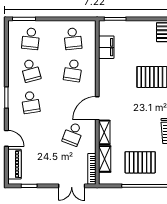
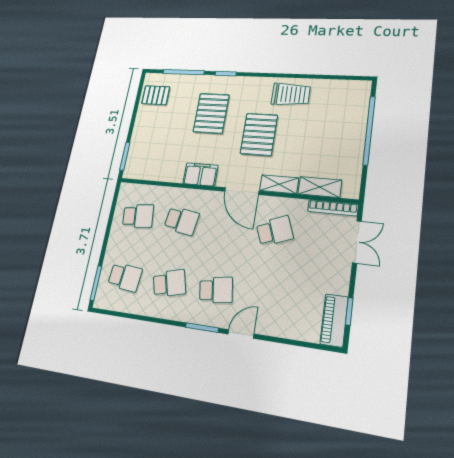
filing cabinet: (106, 47) -> (200, 175), moved
school desk: (73, 134) -> (275, 231), turned -42
door: (6, 138) -> (241, 334), moved
pallet: (140, 162) -> (259, 134), moved
piano: (14, 164) -> (334, 320), moved, turned -90

